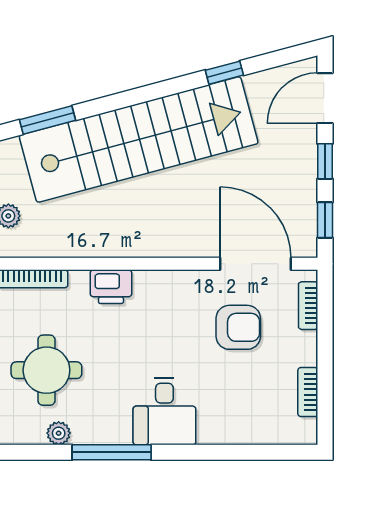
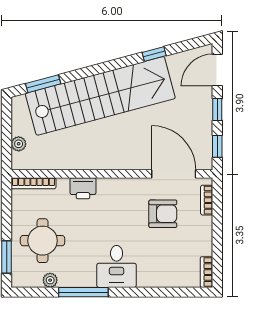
bookcase: (308, 392) -> (207, 272), moved

